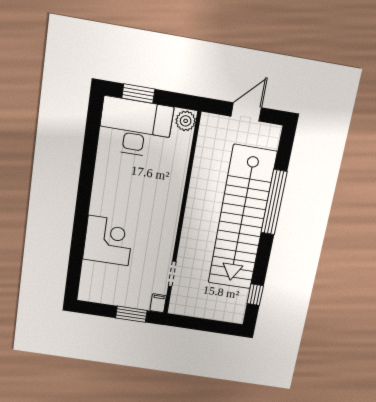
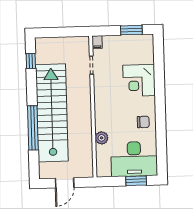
plant: (186, 121) -> (102, 138), moved
chair: (112, 180) -> (143, 122), added
window: (131, 314) -> (131, 30), moved

